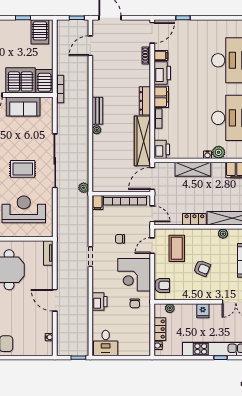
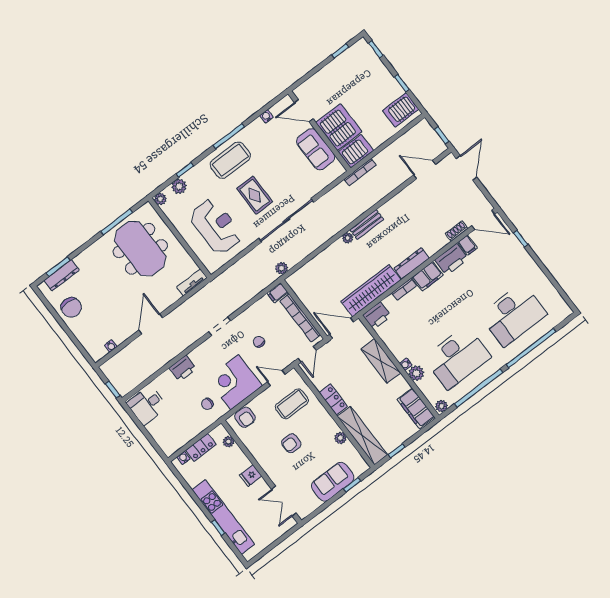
armchair: (202, 268) -> (291, 443), turned 67

